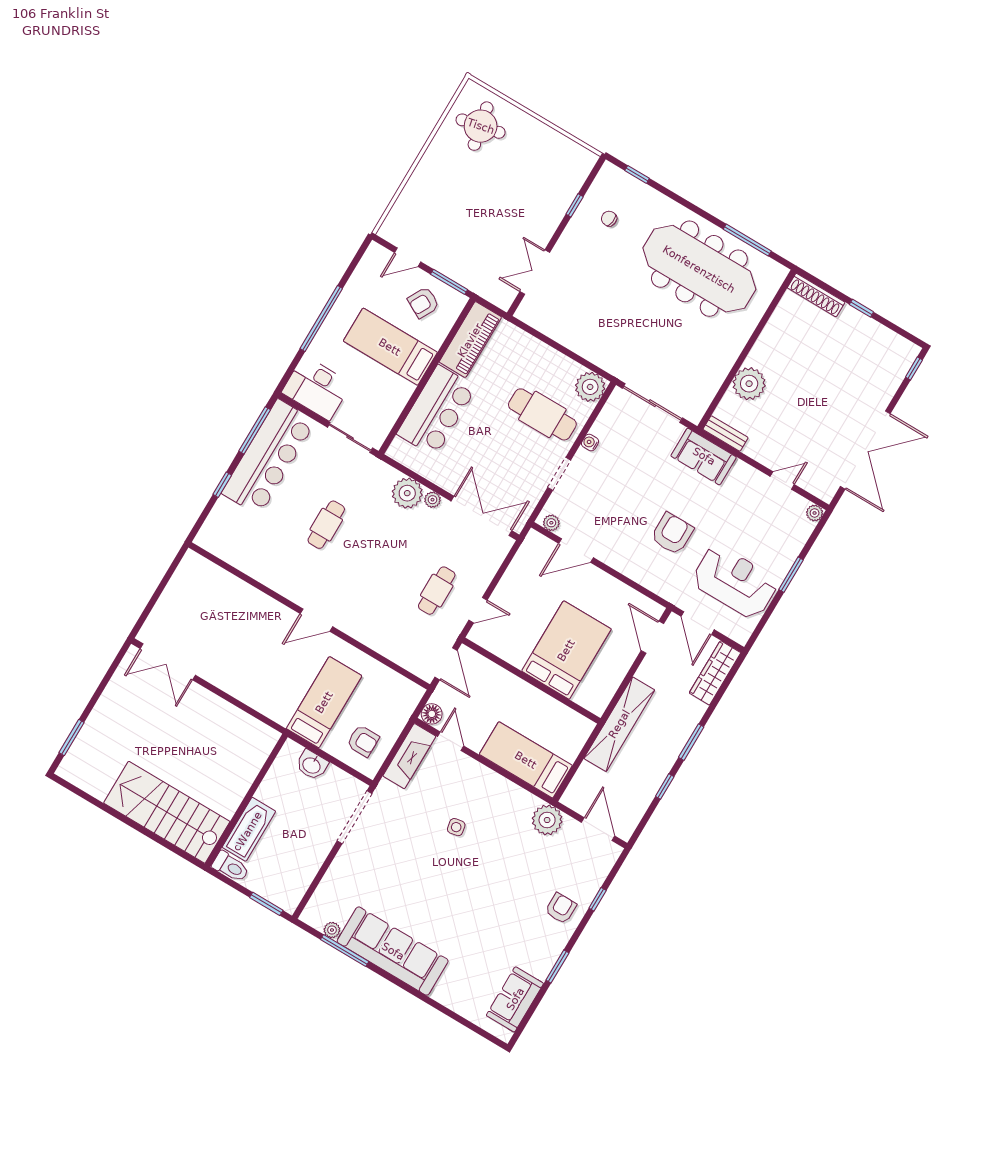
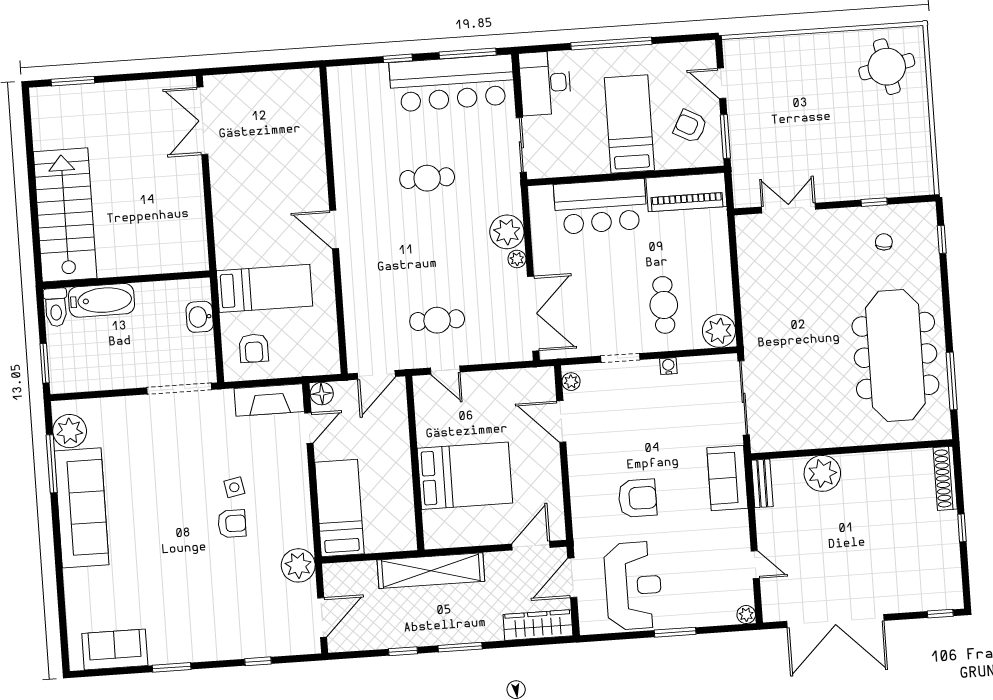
cafe table: (542, 414) -> (664, 305), width x0.73, depth x0.74
armchair: (561, 908) -> (232, 524), moved
plant: (332, 930) -> (70, 431), width x1.88, depth x1.88

